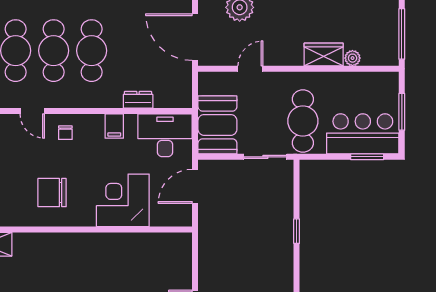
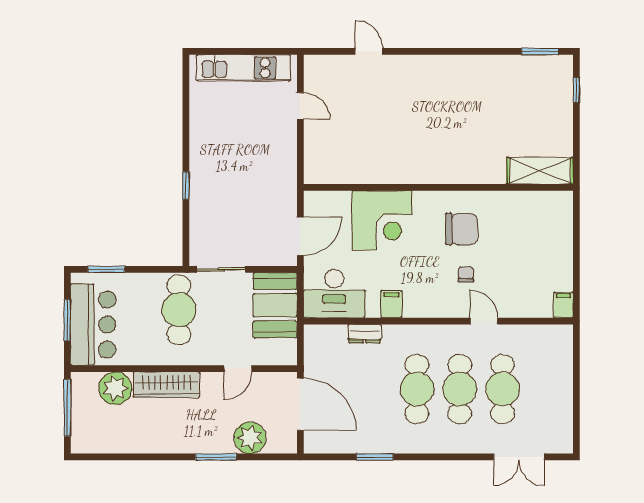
wardrobe: (324, 55) -> (167, 385), width x1.50
plant: (353, 58) -> (115, 388), width x1.88, depth x1.88
chair: (65, 133) -> (466, 274), moved
bar counter: (363, 134) -> (93, 325), moved, turned -90

